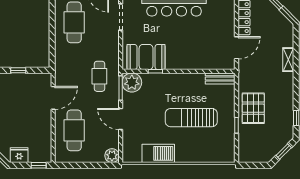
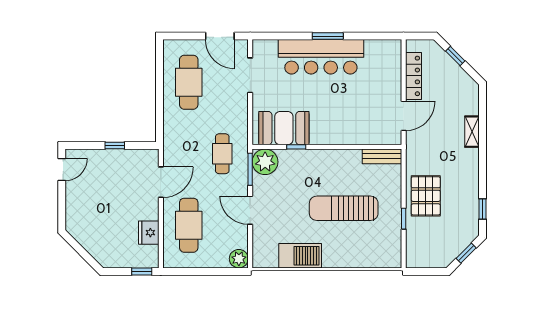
fridge: (19, 155) -> (149, 233), moved, turned -90

